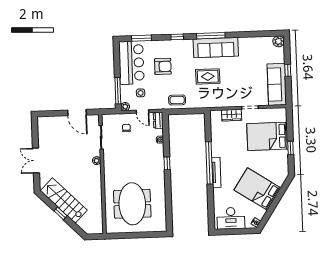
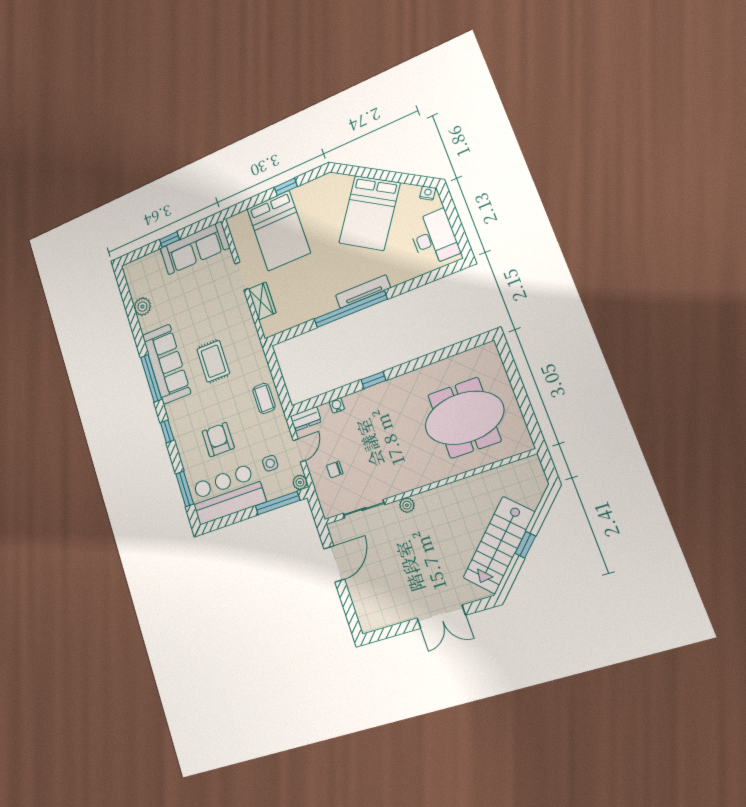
plant: (278, 41) -> (142, 307), moved

